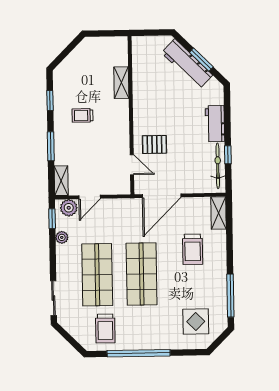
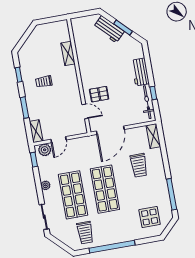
workbench: (187, 64) -> (109, 29), width x0.73
plant: (62, 237) -> (46, 185), moved

